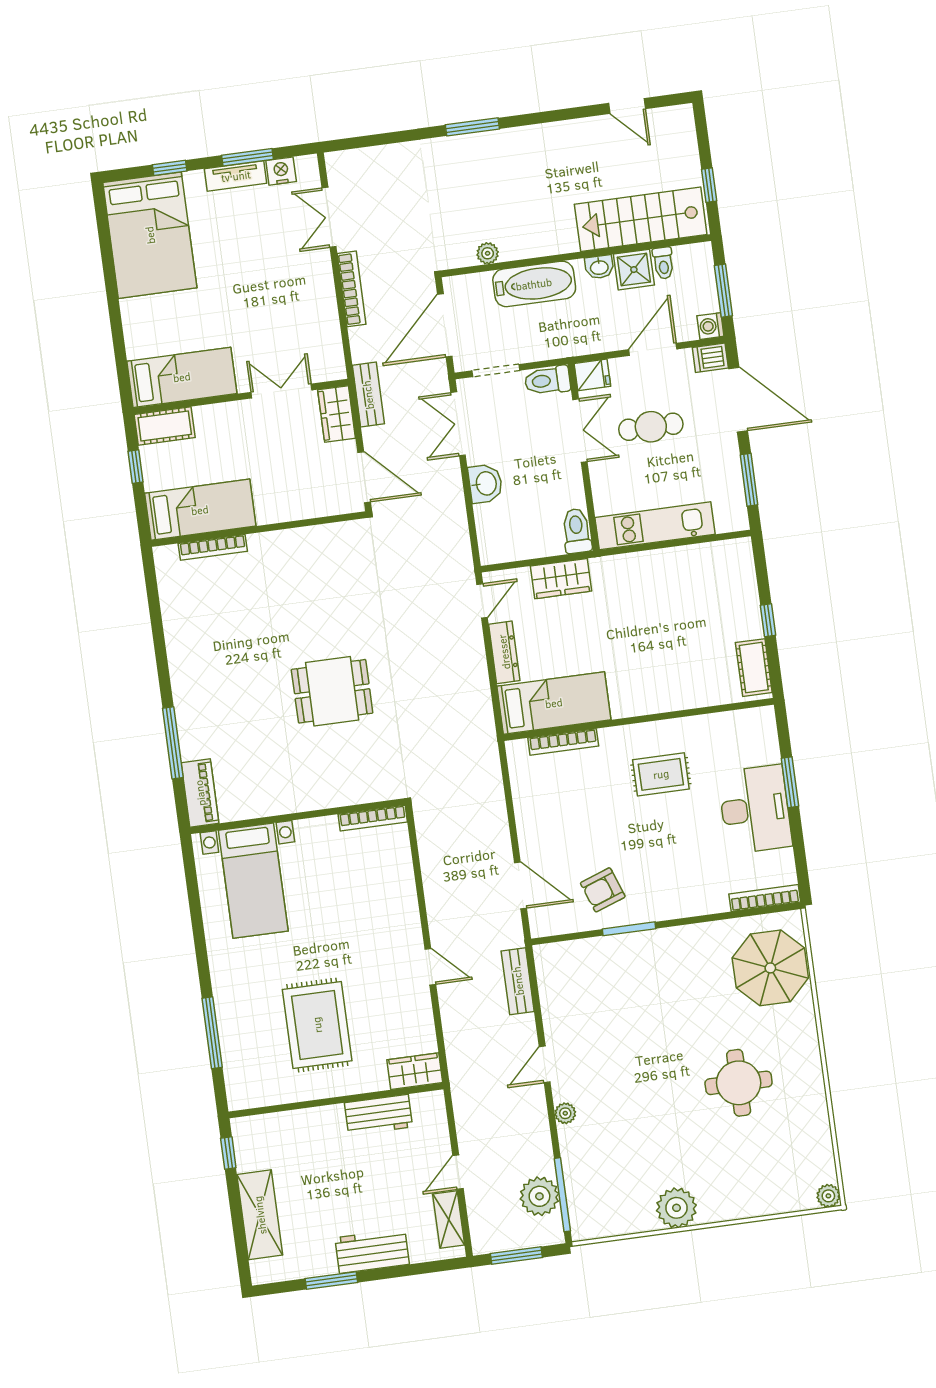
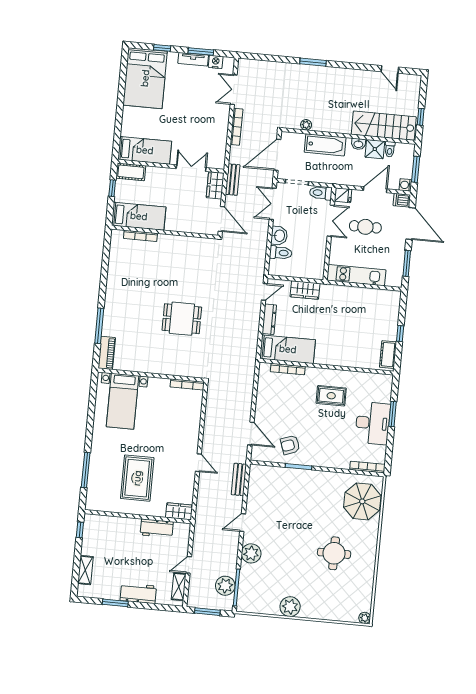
toilet: (577, 531) -> (281, 253), moved, turned 90
plant: (565, 1113) -> (251, 553), width x1.87, depth x1.87
shelving: (260, 1215) -> (85, 570), width x0.67, depth x0.75

